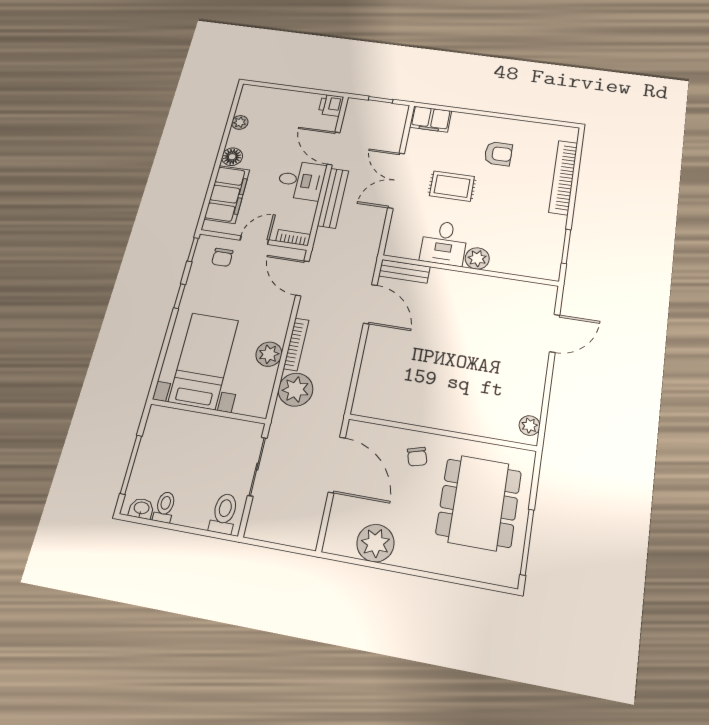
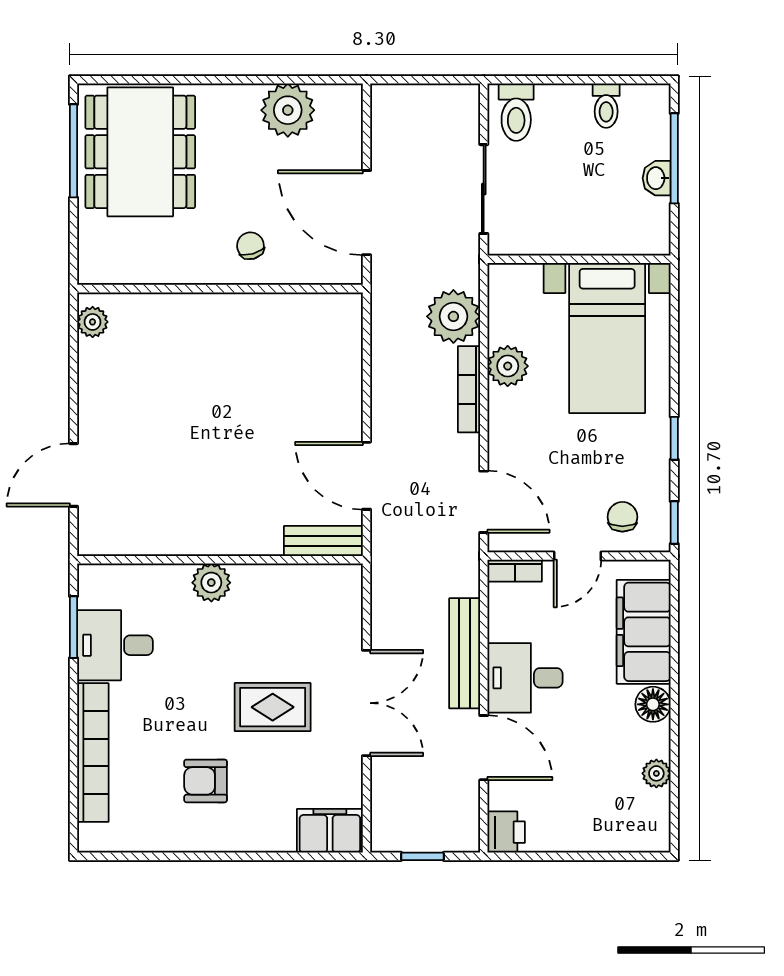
desk: (444, 243) -> (115, 645), moved, turned -90
dining table: (479, 503) -> (140, 152), moved
washbasin: (141, 508) -> (657, 178), moved, turned 90

